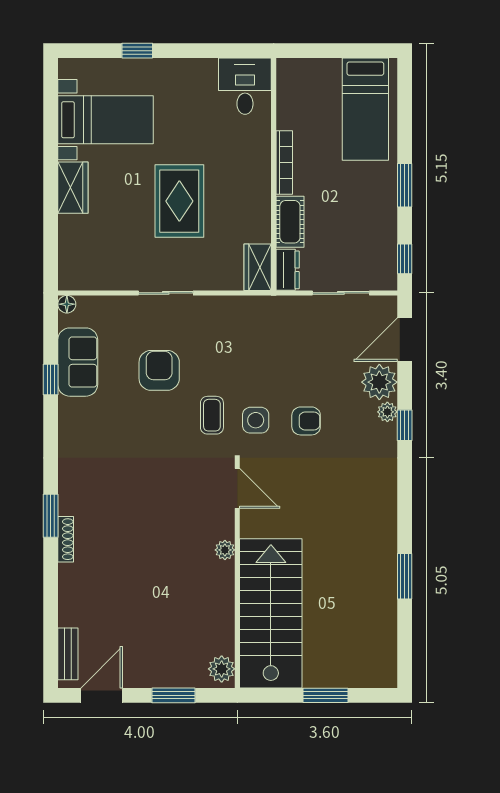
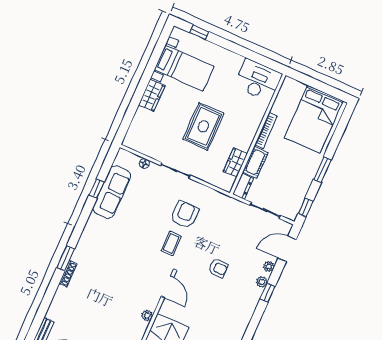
window: (137, 51) -> (199, 32), moved
desk: (245, 86) -> (258, 80), width x1.37
bed: (365, 109) -> (314, 119), width x1.50
wardrobe: (258, 267) -> (235, 163), moved
floor lamp: (67, 304) -> (144, 163), moved
sofa: (78, 362) -> (112, 192), width x1.36
armchair: (159, 370) -> (185, 215), moved
plant: (379, 382) -> (269, 267), width x0.53, depth x0.53
side table: (256, 420) -> (192, 256), removed

